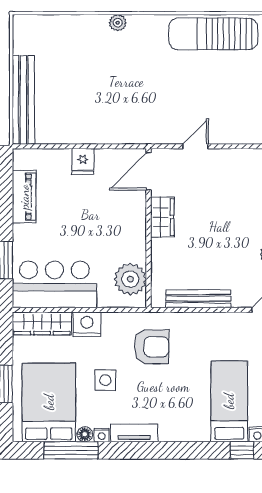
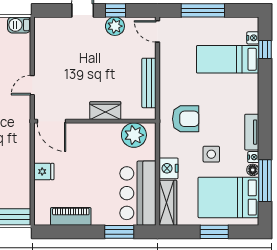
door: (196, 146) -> (32, 85), hinge flipped
wardrobe: (162, 217) -> (105, 111), moved
armchair: (152, 347) -> (186, 119), turned 90

